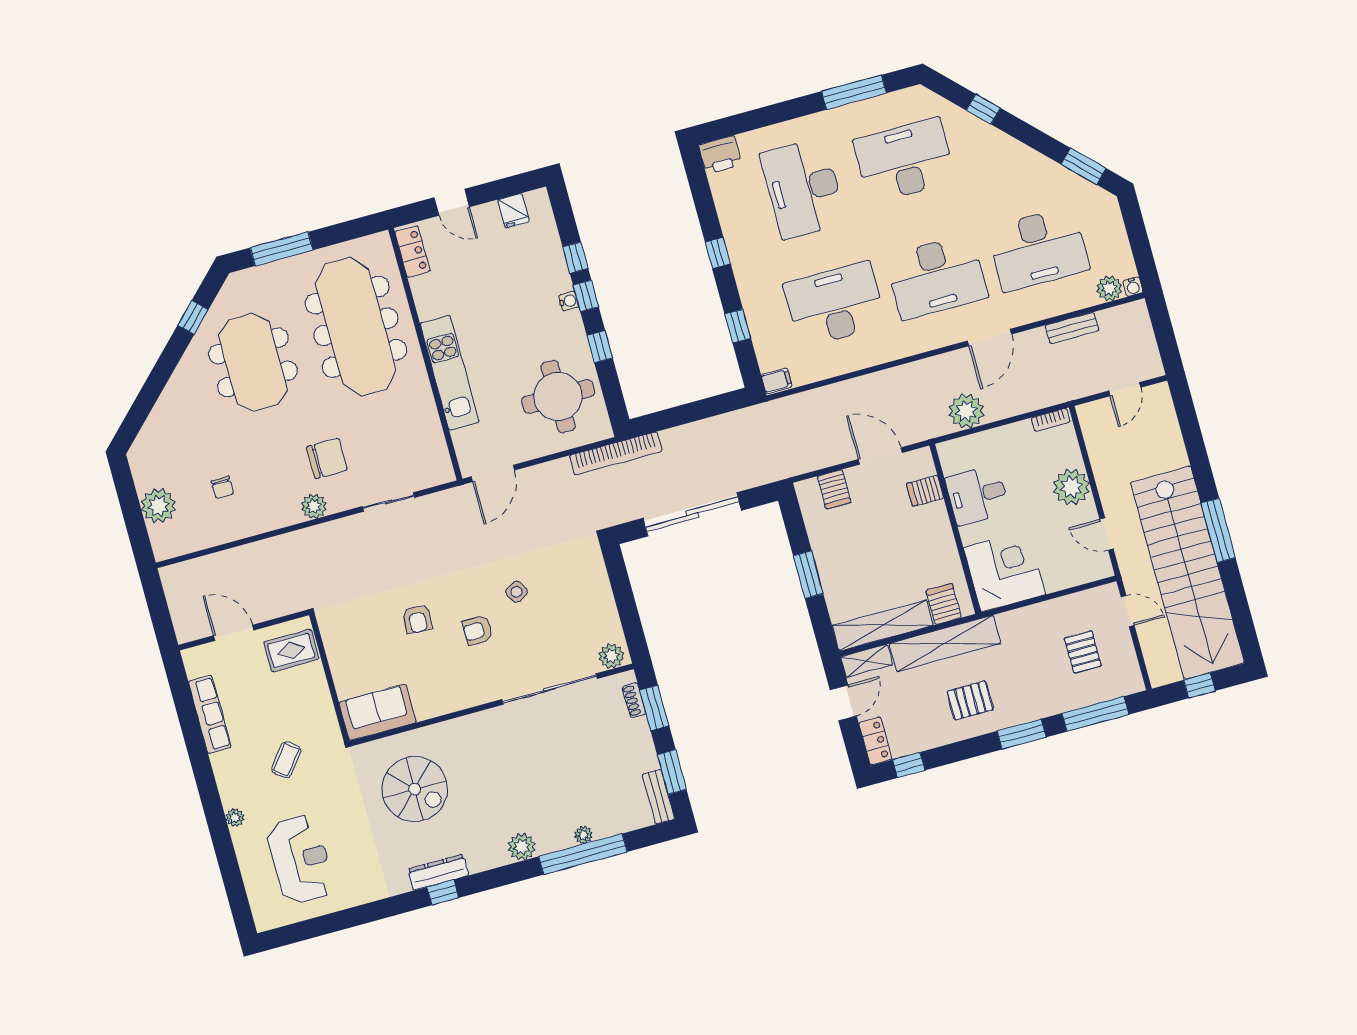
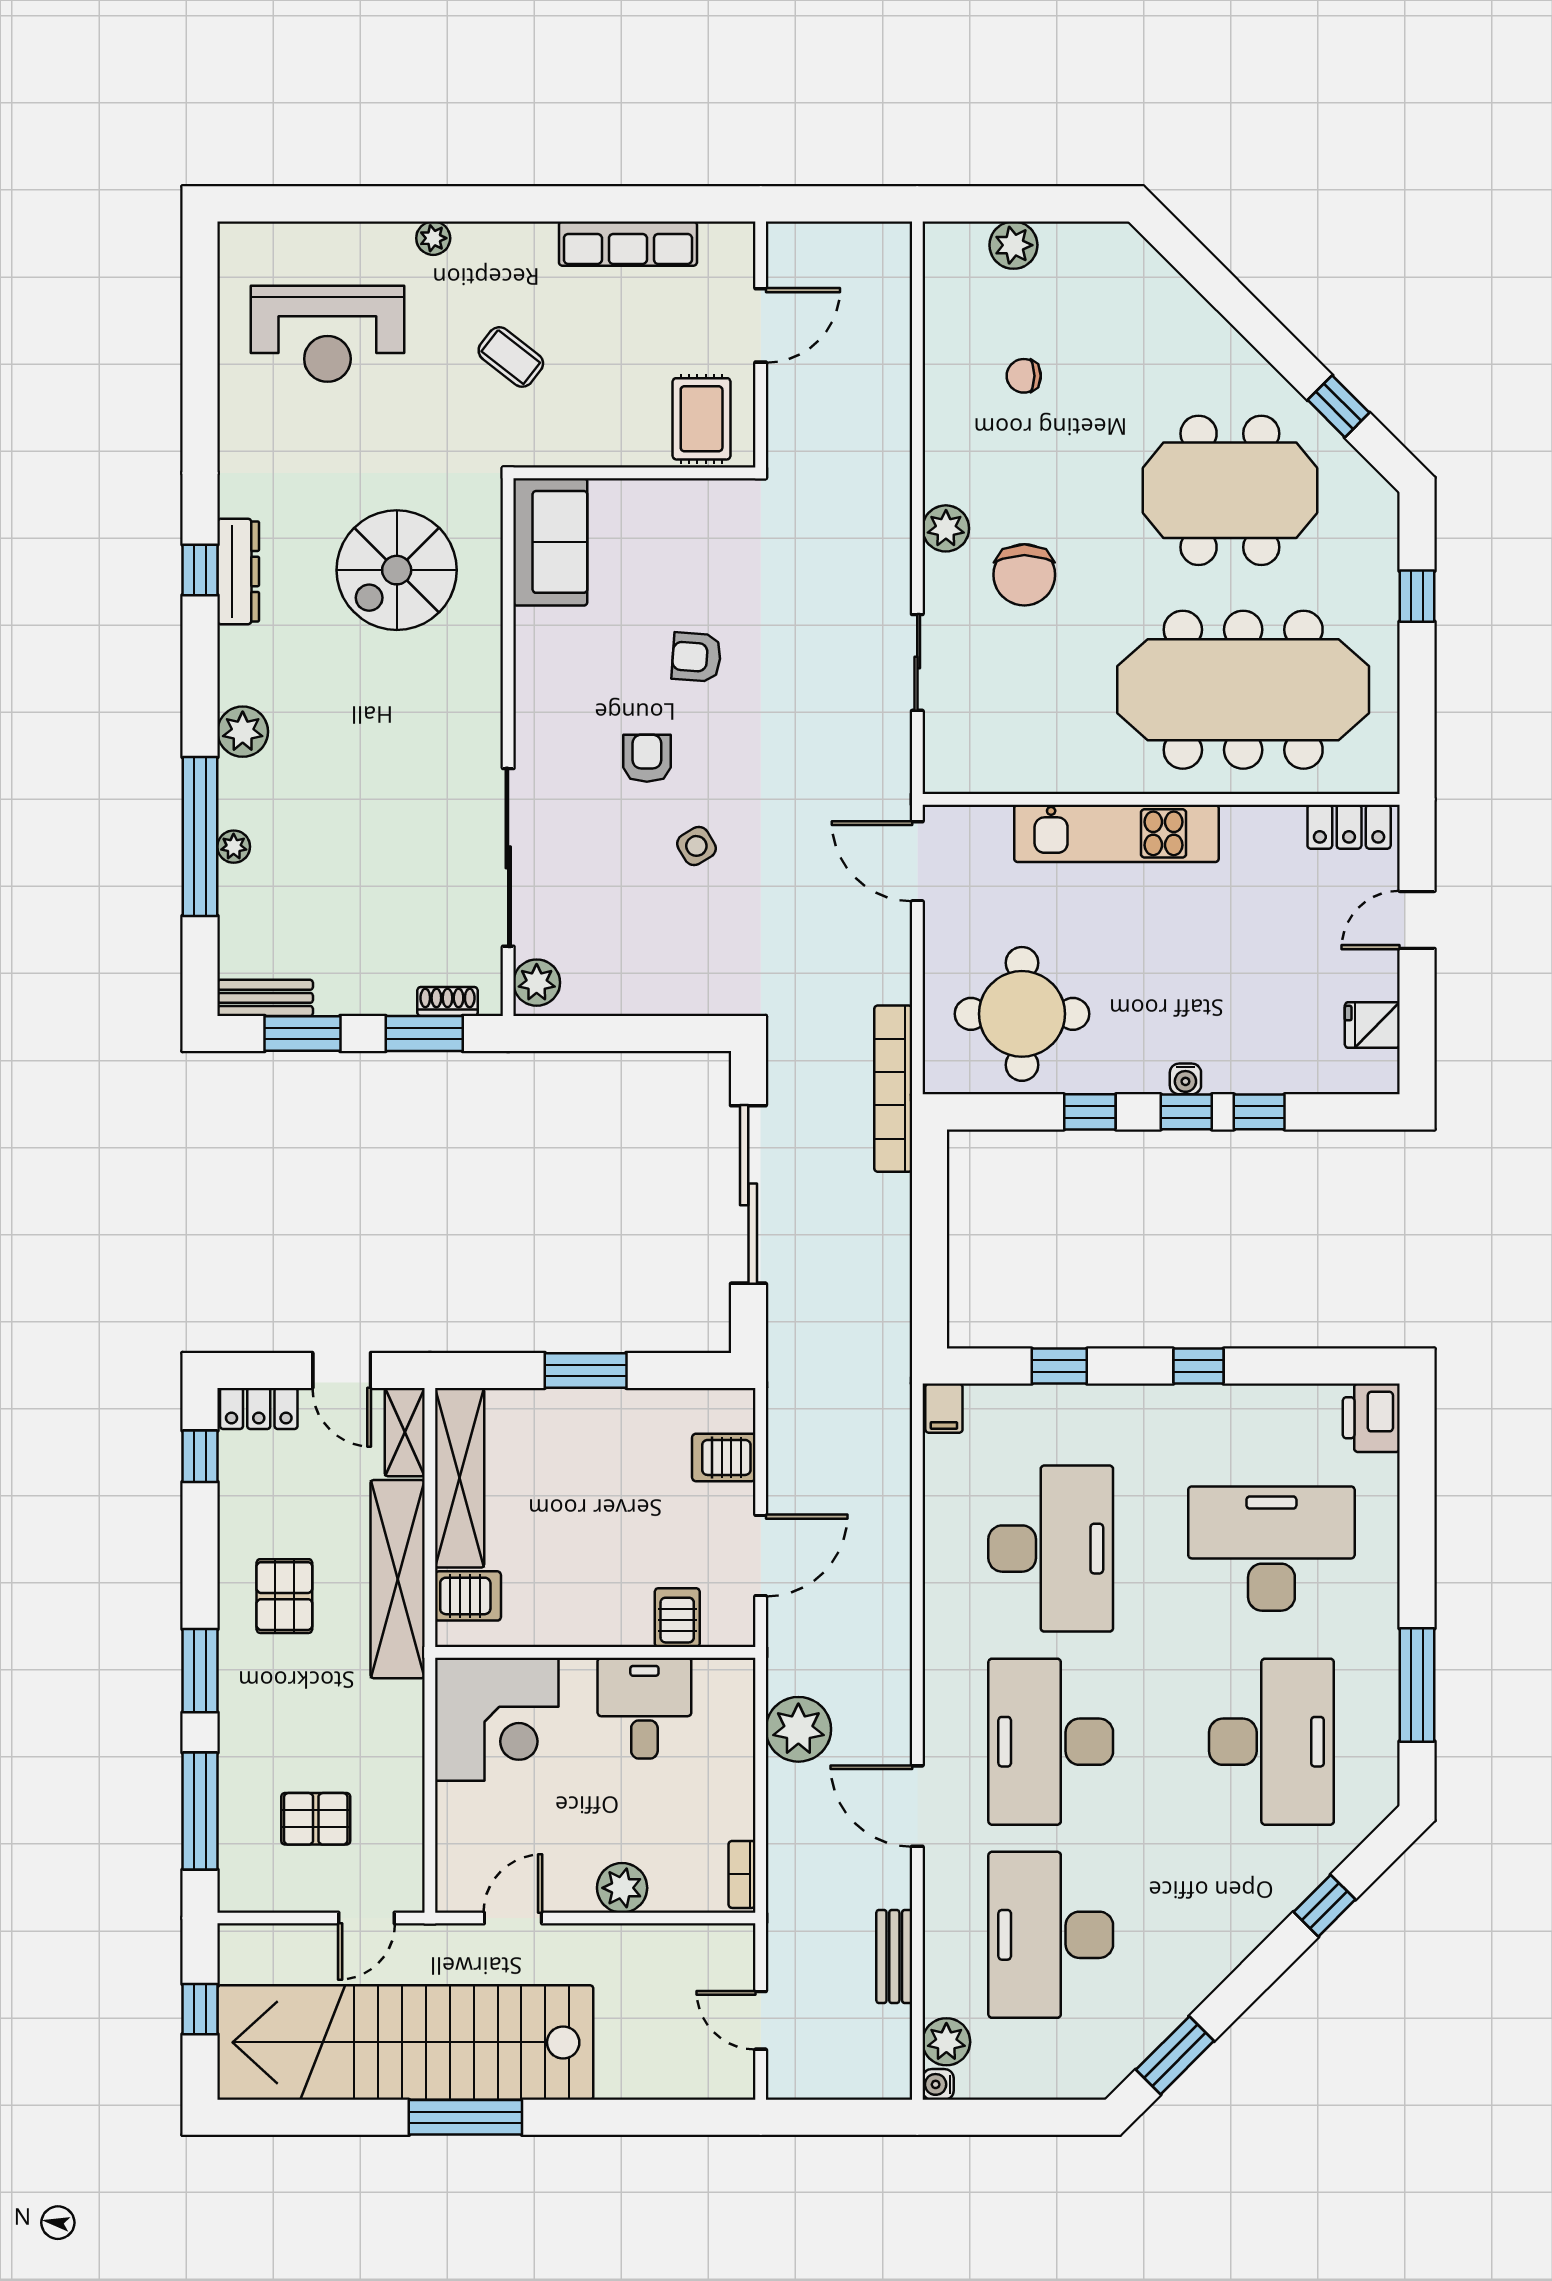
window: (282, 249) -> (1417, 596), width x0.46
plant: (1071, 487) -> (622, 1888), width x0.73, depth x0.73
plant: (158, 506) -> (1013, 245), width x0.73, depth x0.73

